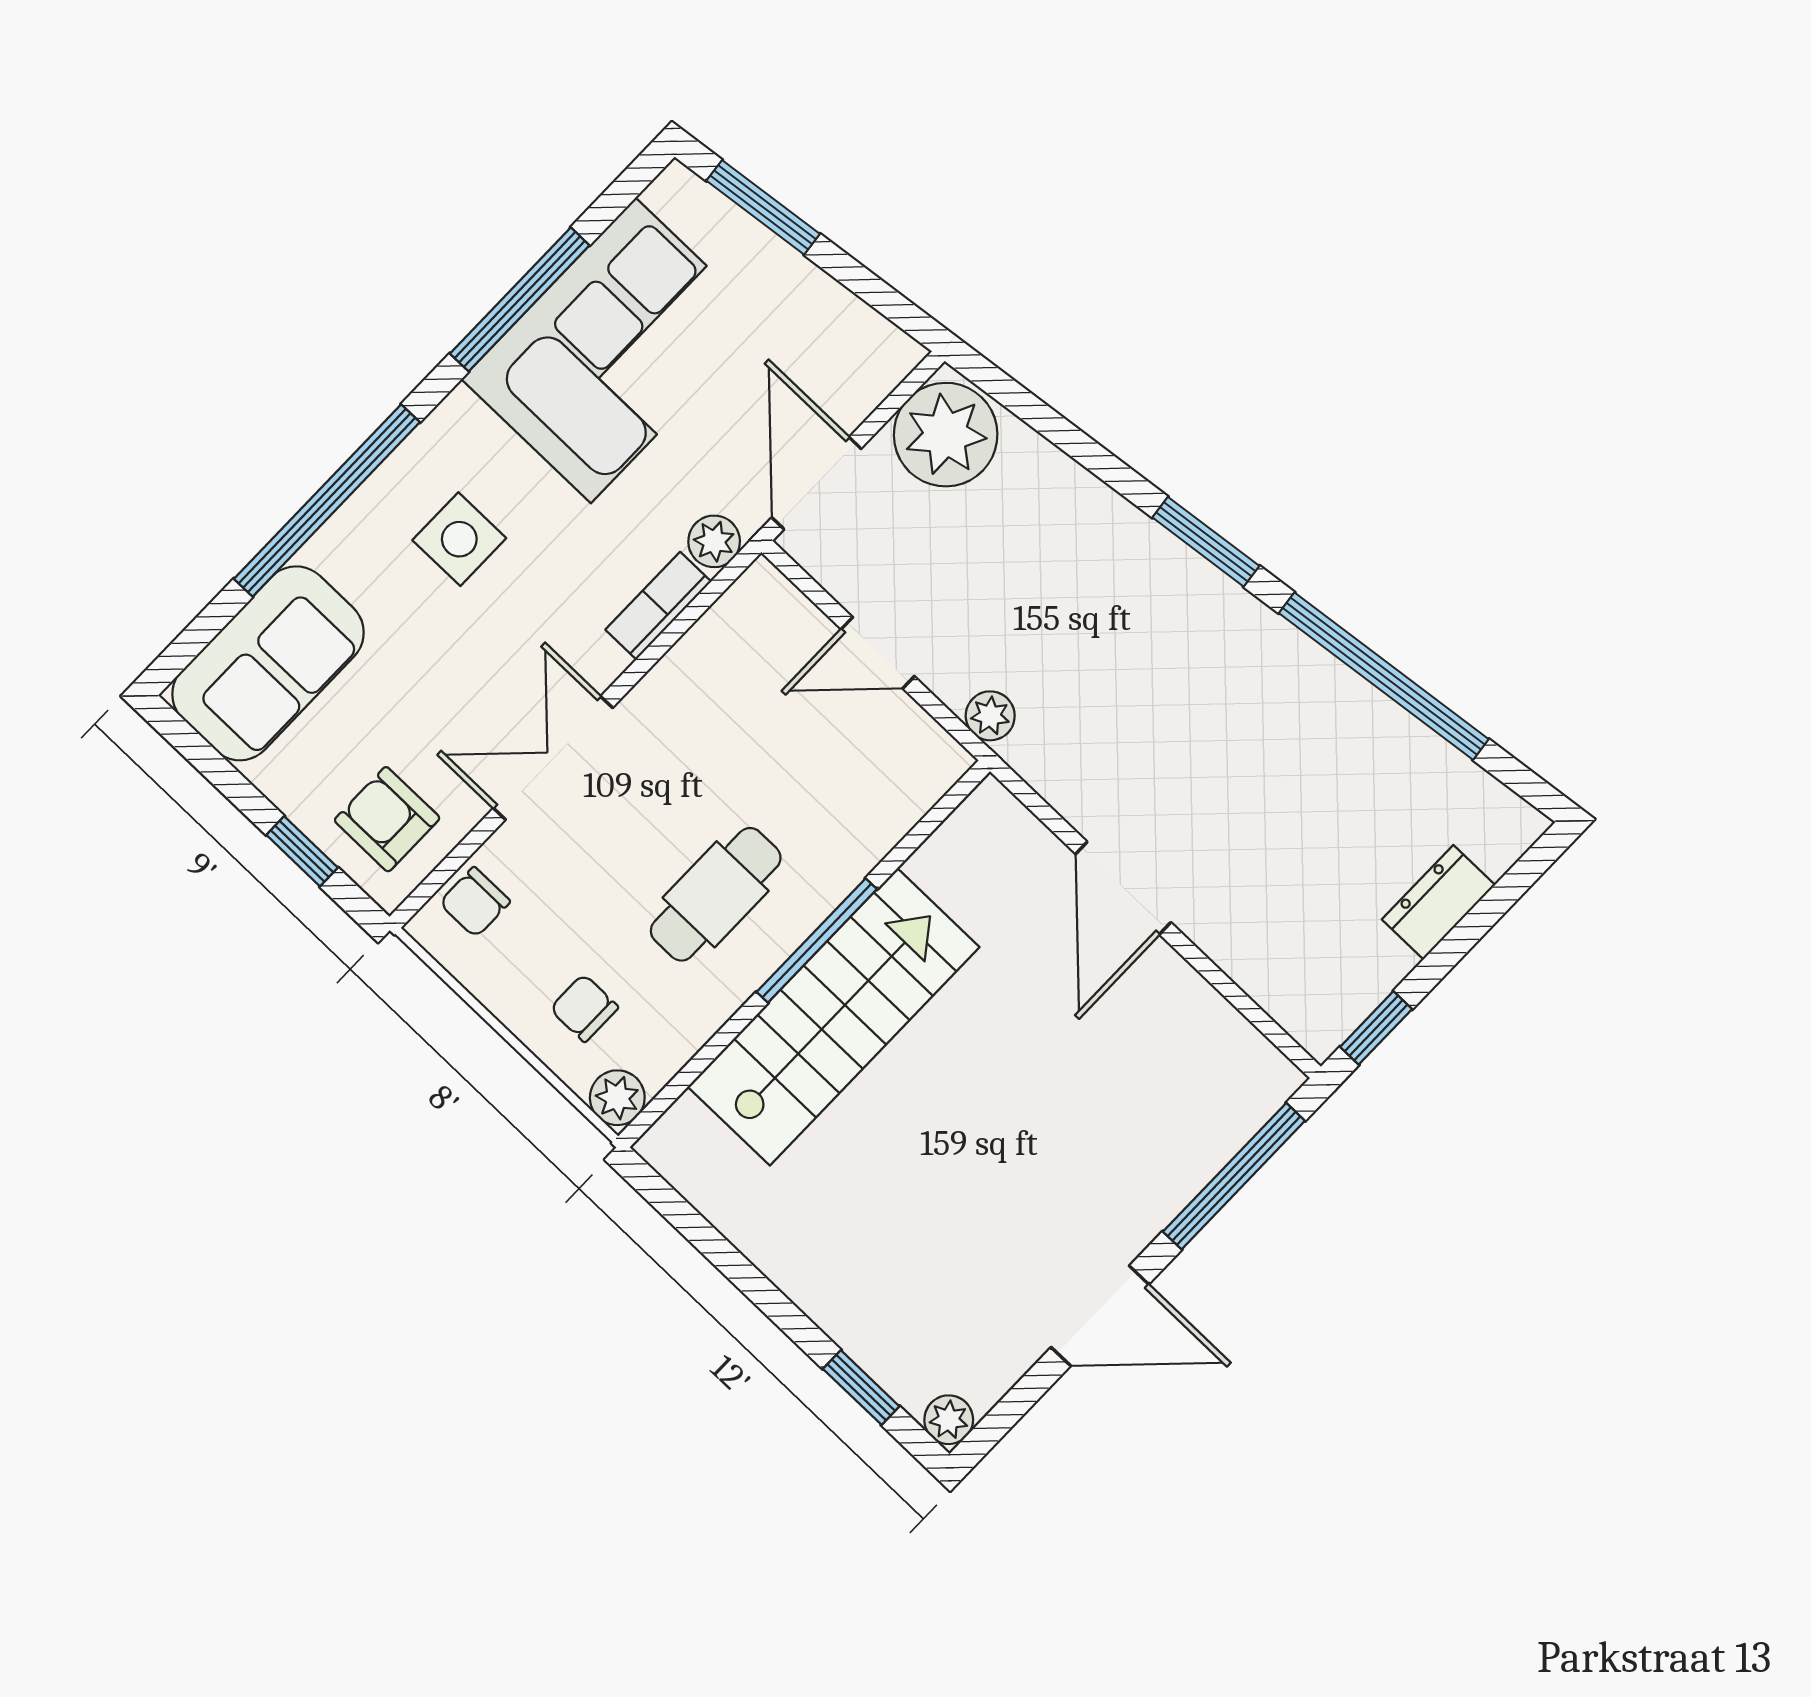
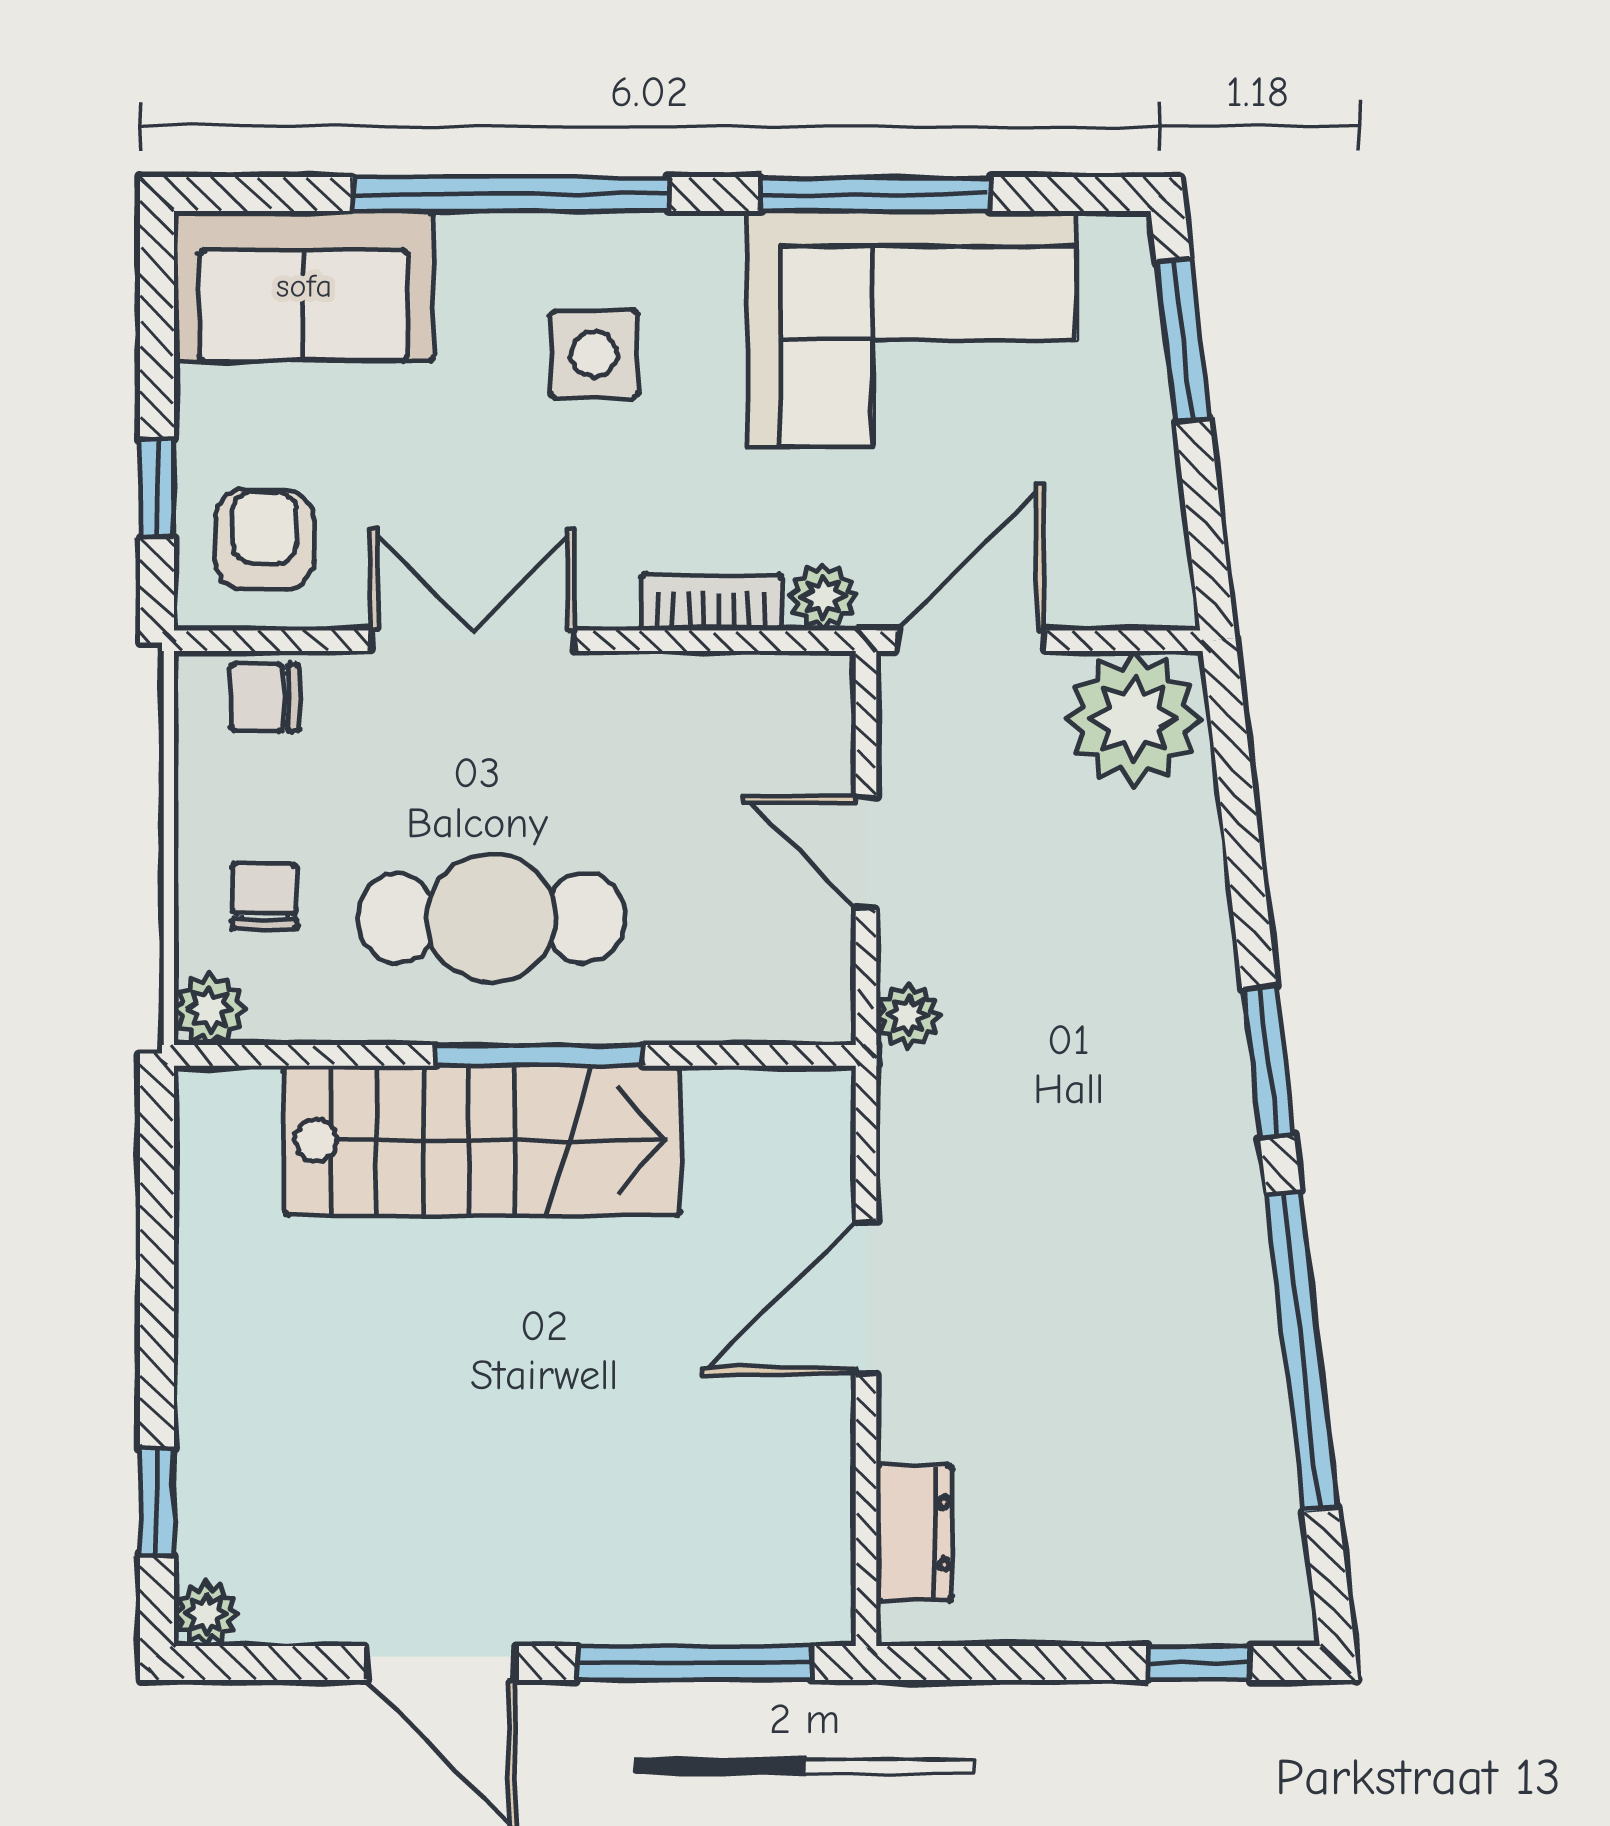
cafe table: (716, 894) -> (491, 918), width x1.37, depth x1.35
dresser: (1438, 902) -> (914, 1533), moved, turned 90
window: (1376, 1028) -> (1199, 1663), moved

